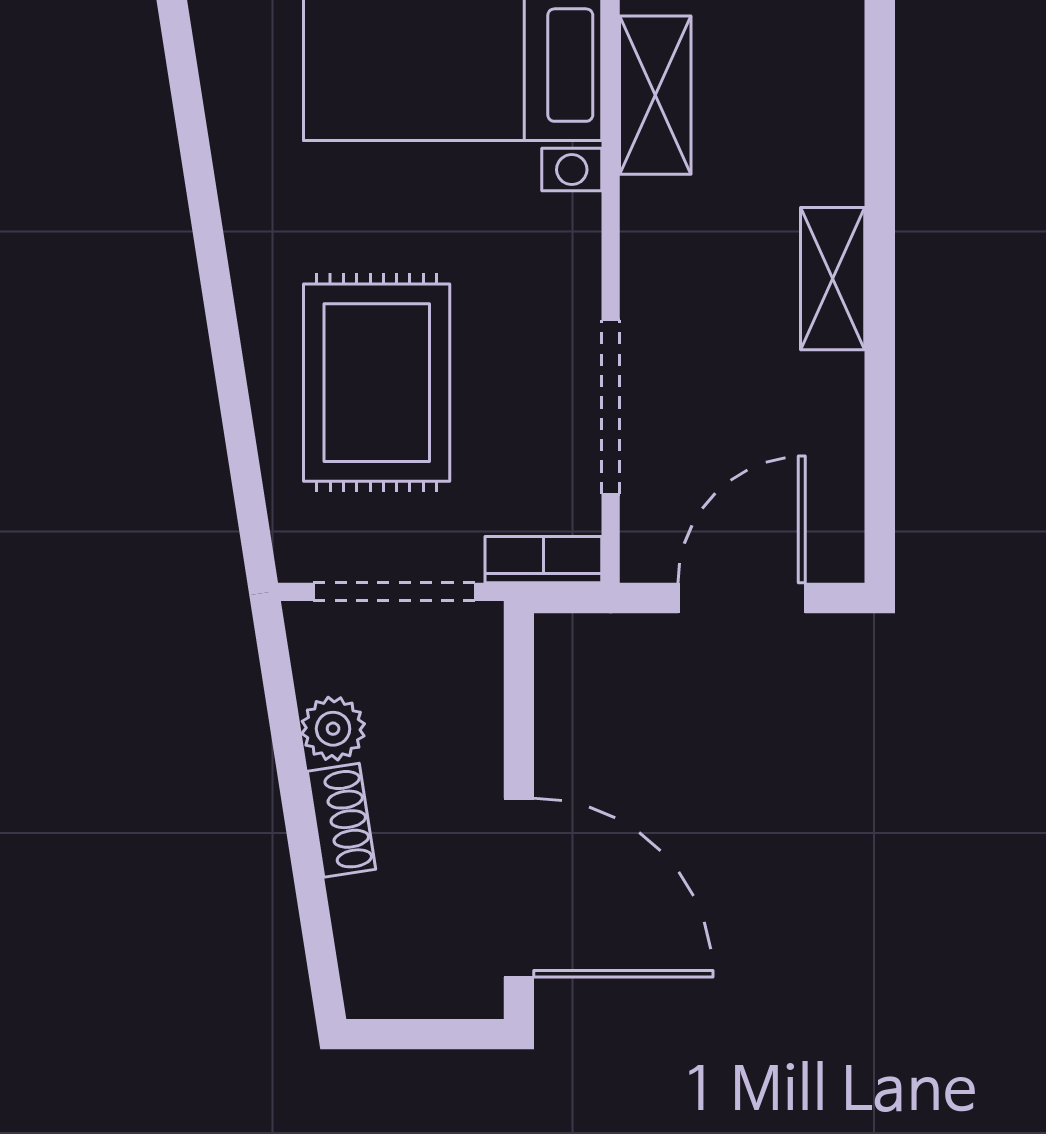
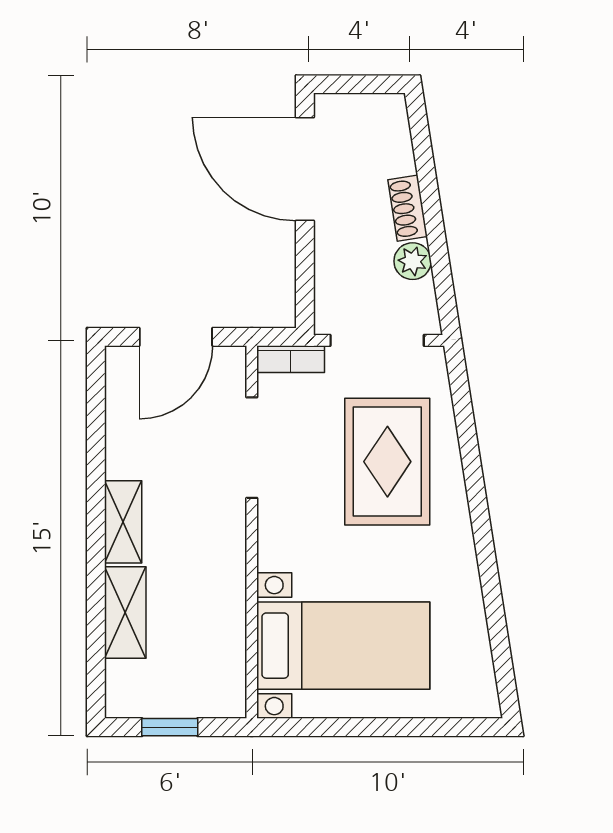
shelving: (655, 95) -> (125, 613), moved

